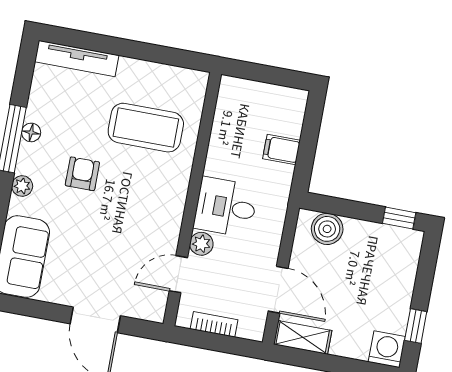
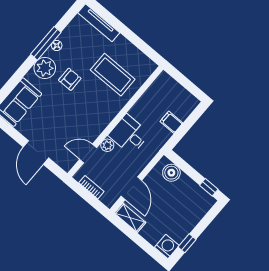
plant: (22, 186) -> (45, 68), width x1.87, depth x1.87

